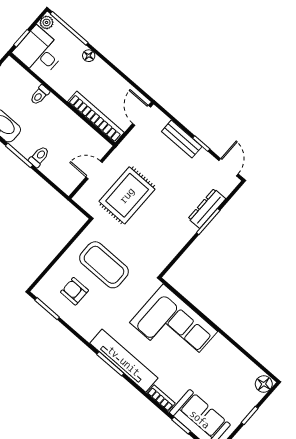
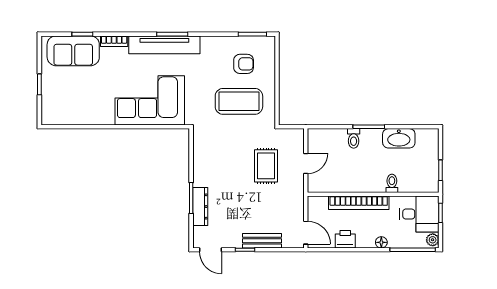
printer: (115, 83) -> (345, 239), added
bookcase: (96, 117) -> (359, 203), moved
rug: (127, 195) -> (266, 166), width x0.73, depth x0.70
floor lamp: (264, 384) -> (49, 116), removed

